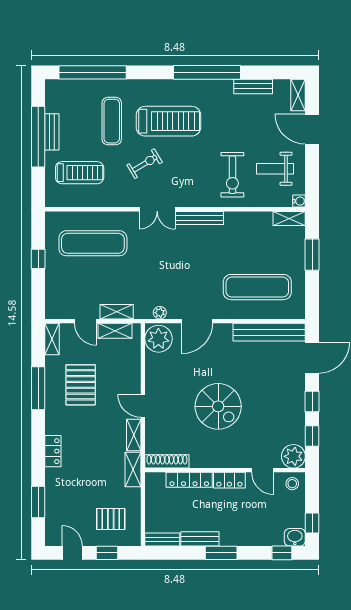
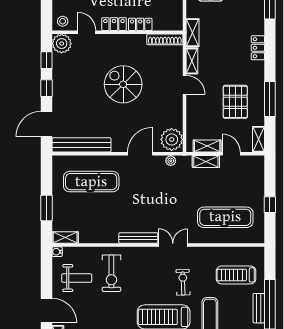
exercise bike: (145, 164) -> (183, 282), turned 119
exercise bike: (232, 175) -> (111, 273), turned 180
locker: (189, 480) -> (140, 24), width x0.66

